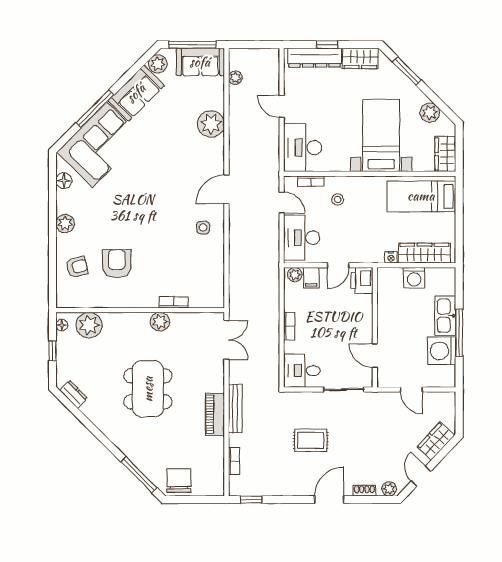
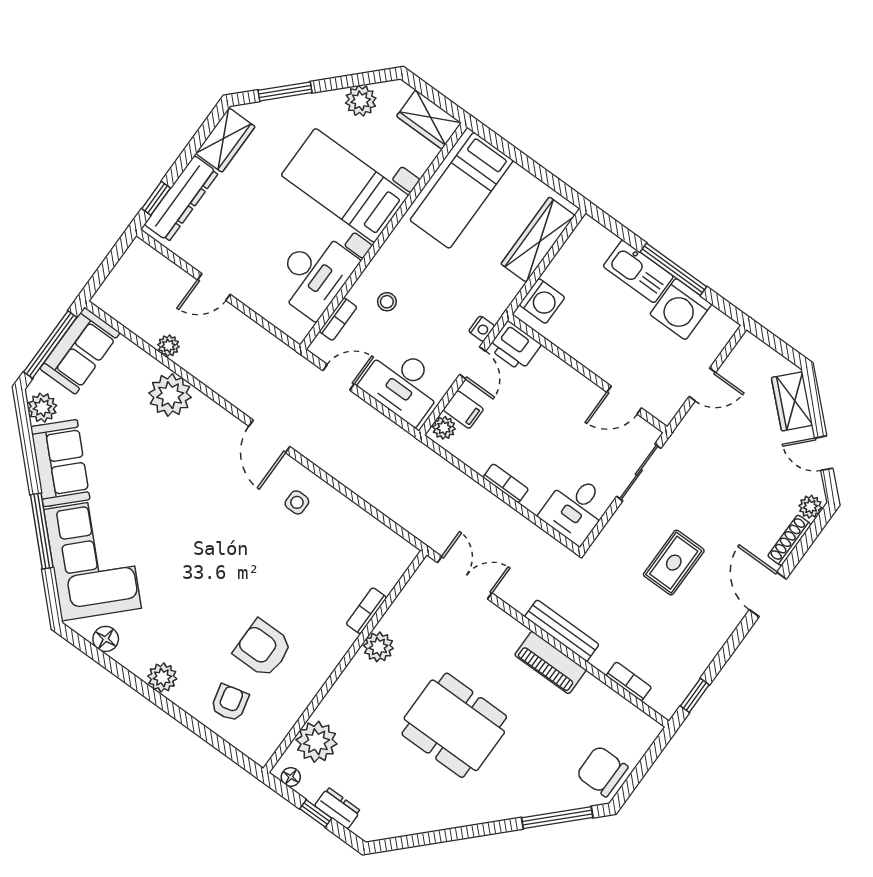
window: (327, 45) -> (156, 198), moved
plant: (235, 78) -> (168, 346), moved
desk: (303, 148) -> (315, 274), moved, turned -90
nightstand: (391, 257) -> (482, 329), moved
washing machine: (414, 278) -> (542, 301), moved
dresser: (73, 394) -> (338, 808), moved, turned 45
shoe rack: (364, 491) -> (789, 540), width x1.43

